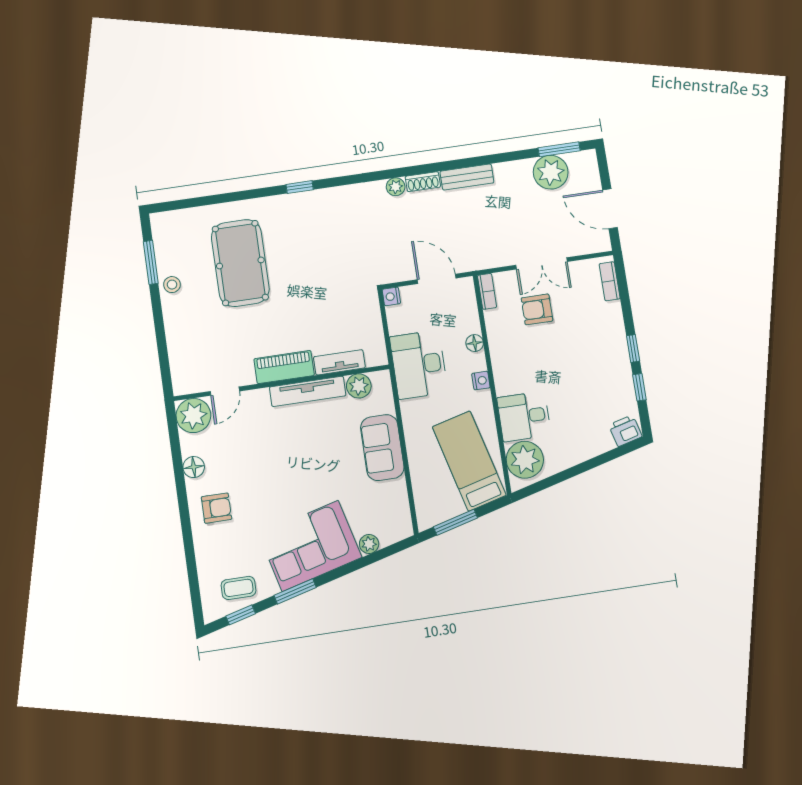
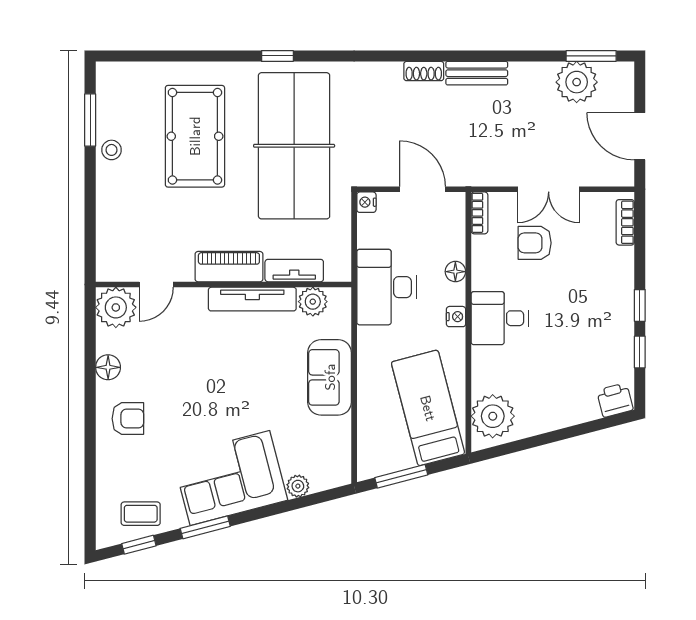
plant: (396, 187) -> (391, 72), removed
table tennis table: (324, 259) -> (294, 146), added
desk: (524, 416) -> (500, 318), moved

